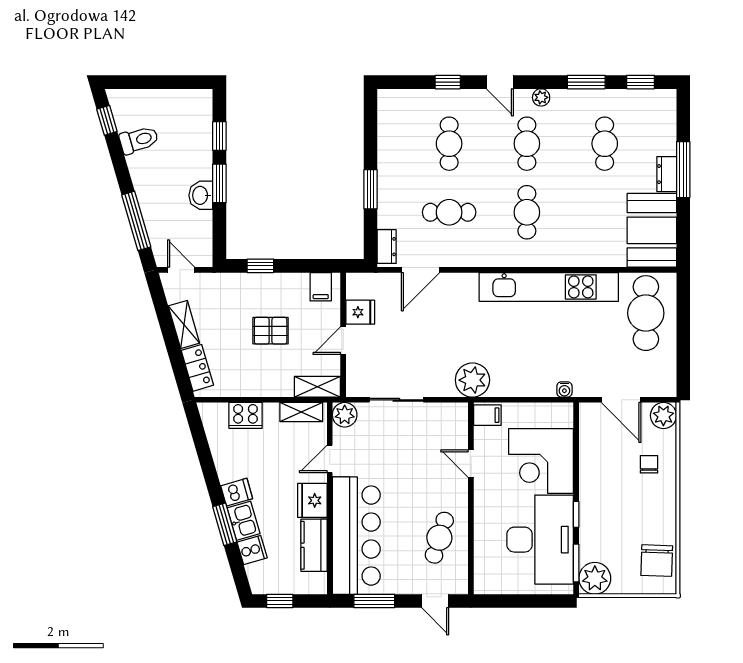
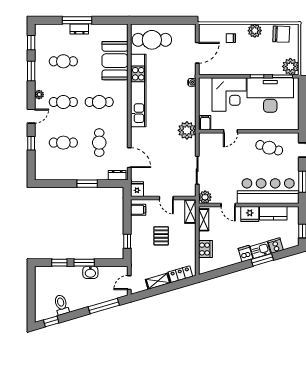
booth: (652, 230) -> (115, 61), moved, turned 90
fridge: (360, 312) -> (137, 189), moved
plant: (663, 416) -> (255, 31), moved

